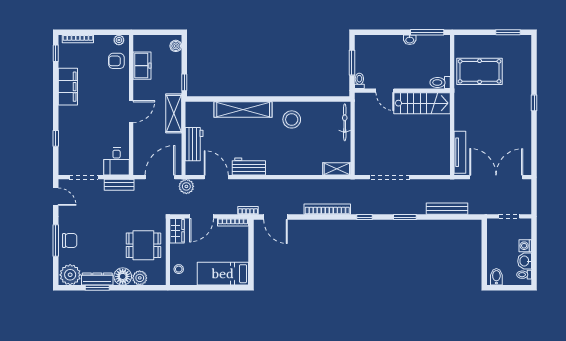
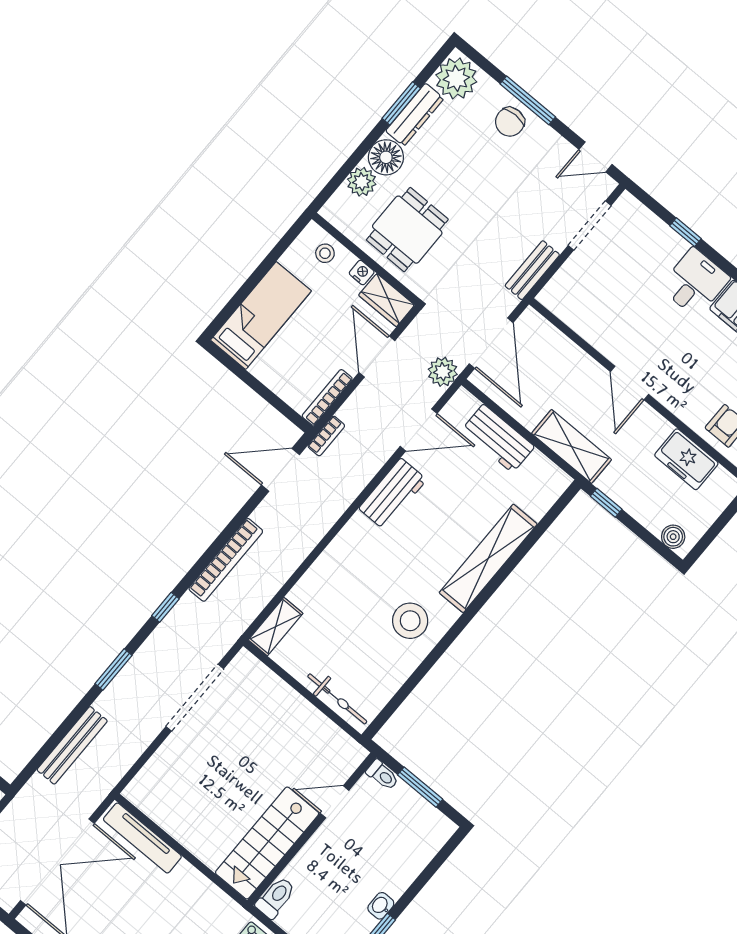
desk: (117, 162) -> (695, 283), moved, turned 90
nightstand: (174, 249) -> (362, 273), added

